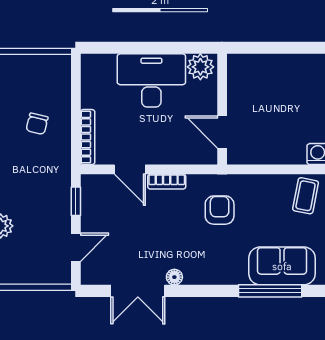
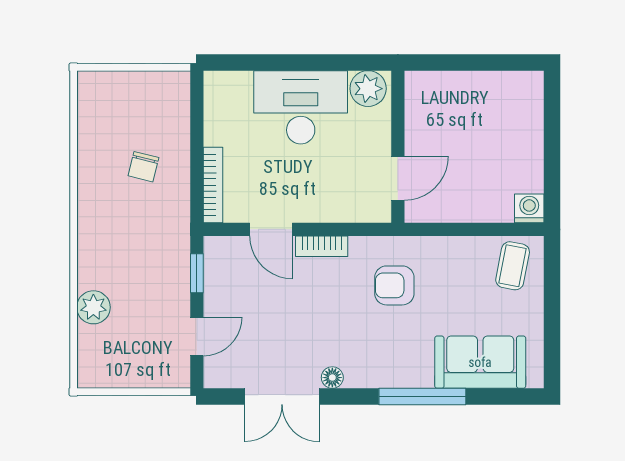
door: (222, 132) -> (398, 178), swing flipped
armchair: (220, 210) -> (394, 285), turned -90
window: (270, 291) -> (422, 396), moved

